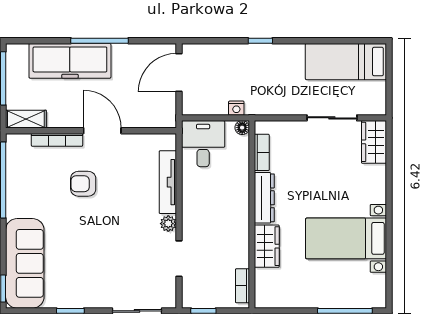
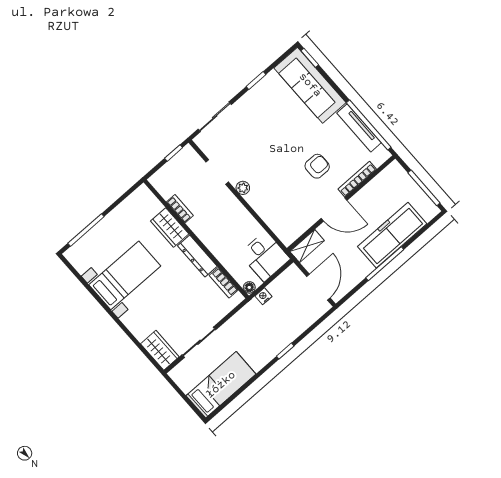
shelving: (26, 119) -> (307, 246), moved
tv unit: (168, 182) -> (359, 128), moved, turned 180
bookcase: (242, 286) -> (180, 209), moved

